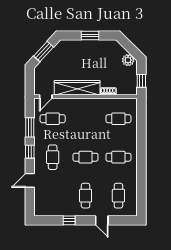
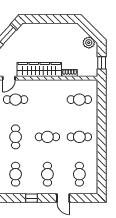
window: (90, 36) -> (52, 19), removed
cafe table: (53, 196) -> (16, 174), added

